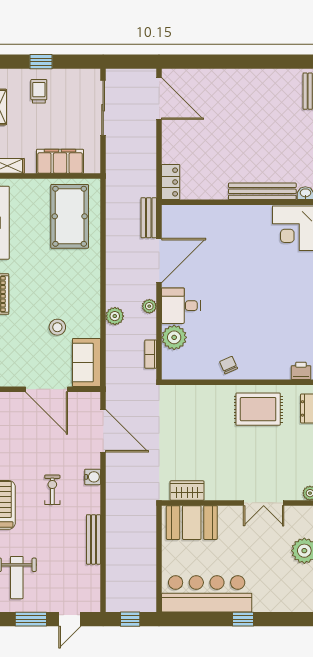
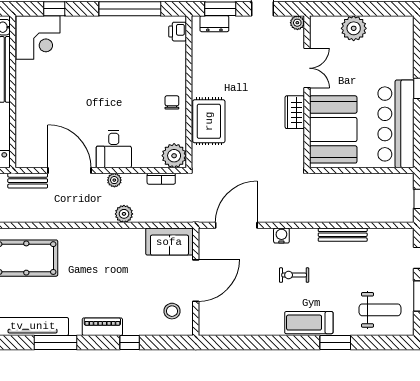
stool: (57, 327) -> (172, 311), moved
plant: (174, 337) -> (174, 156), moved
chair: (229, 365) -> (172, 102), turned 114
rug: (258, 409) -> (209, 121), moved
wardrobe: (187, 491) -> (295, 112), moved
booth: (192, 523) -> (333, 129), width x1.36, depth x1.42

